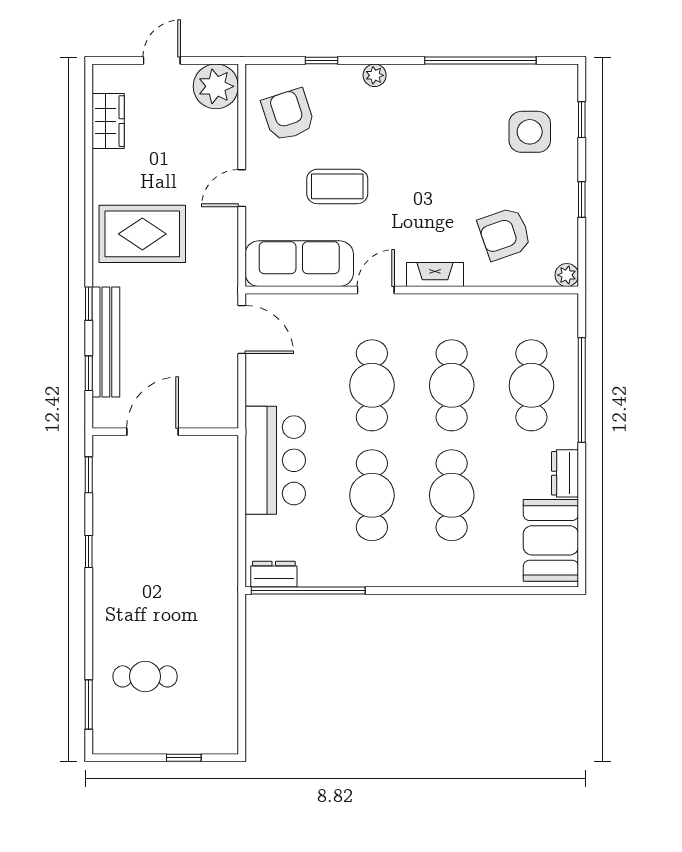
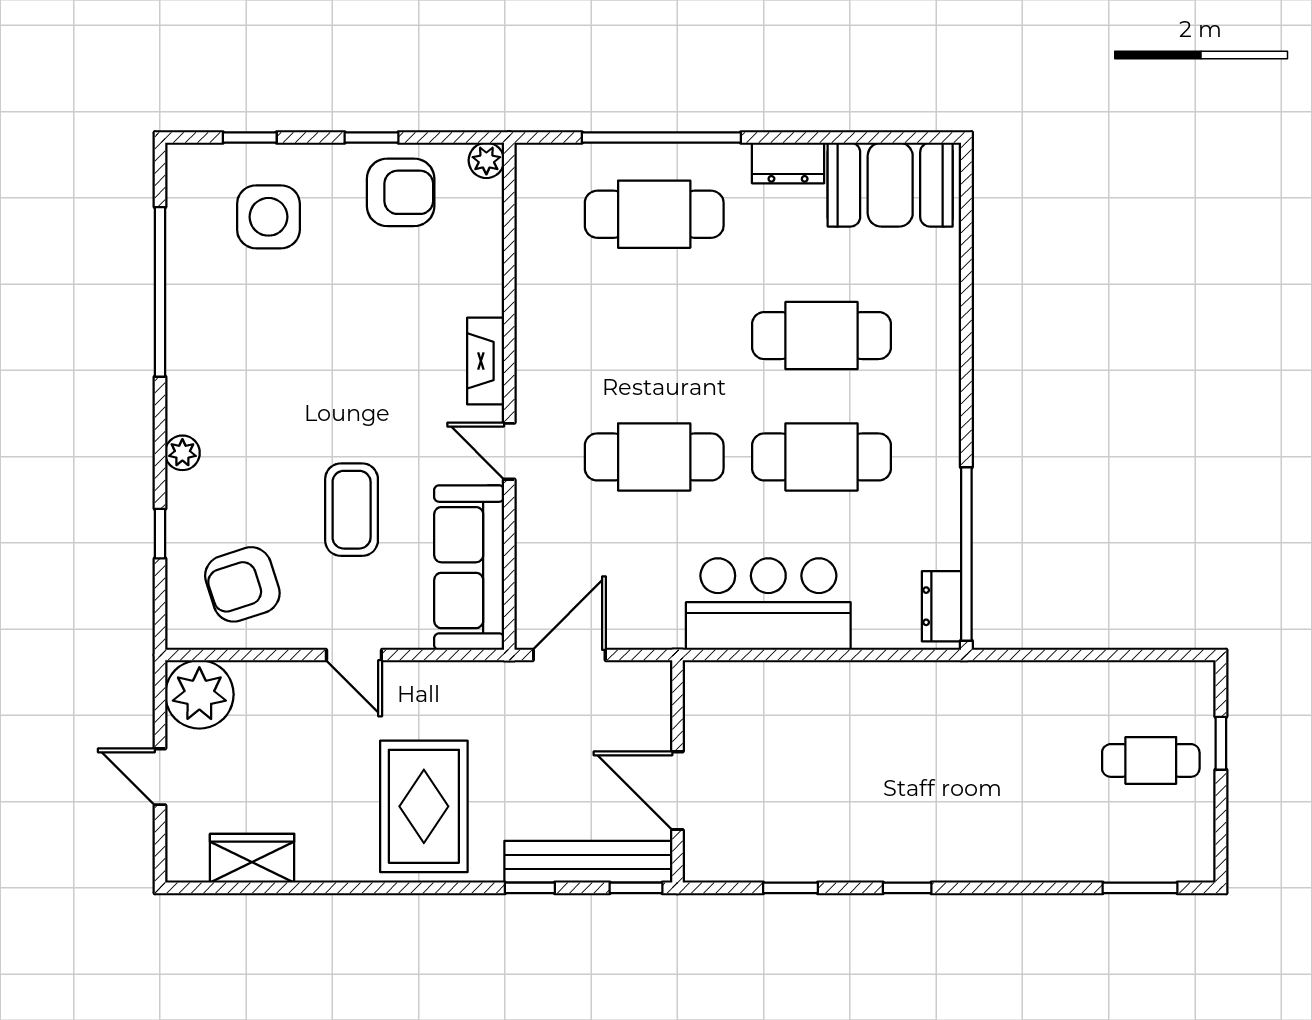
armchair: (505, 234) -> (401, 192), moved, turned -71
cafe table: (452, 385) -> (654, 336), removed
door: (153, 432) -> (677, 791), moved
wall: (165, 432) -> (677, 771), moved
cafe table: (145, 676) -> (1151, 760), moved, turned 90

